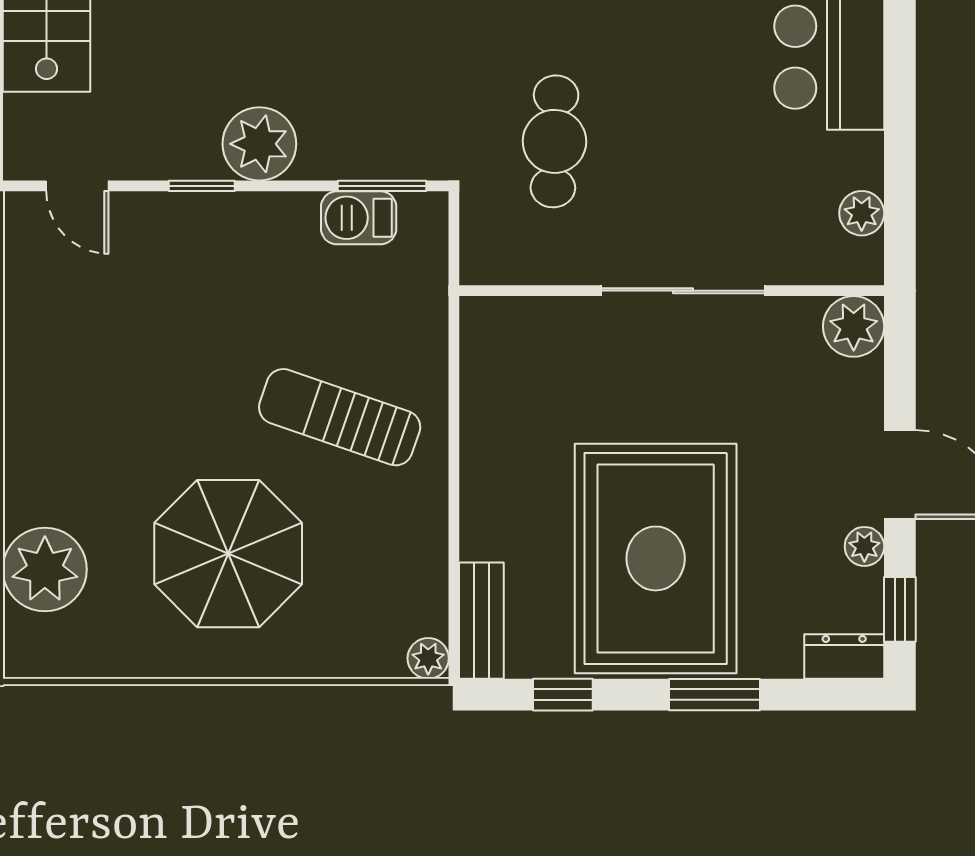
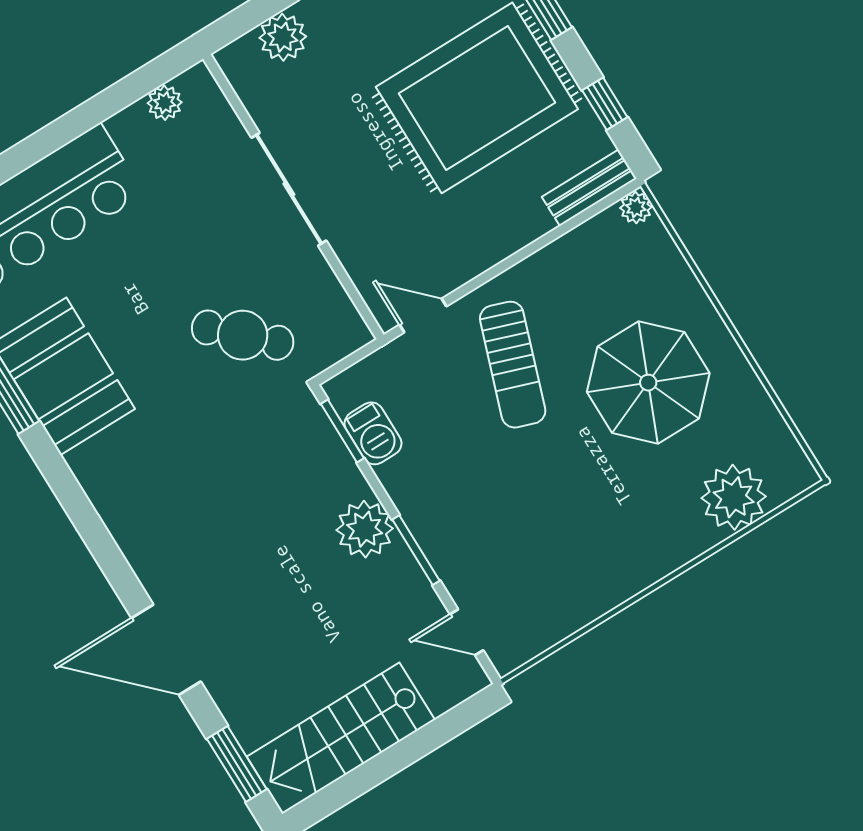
cafe table: (554, 141) -> (243, 335), turned 42
door: (77, 186) -> (467, 632), swing flipped
window: (202, 186) -> (416, 550), width x1.50
plant: (854, 326) -> (283, 37), moved
door: (454, 352) -> (423, 315), added

